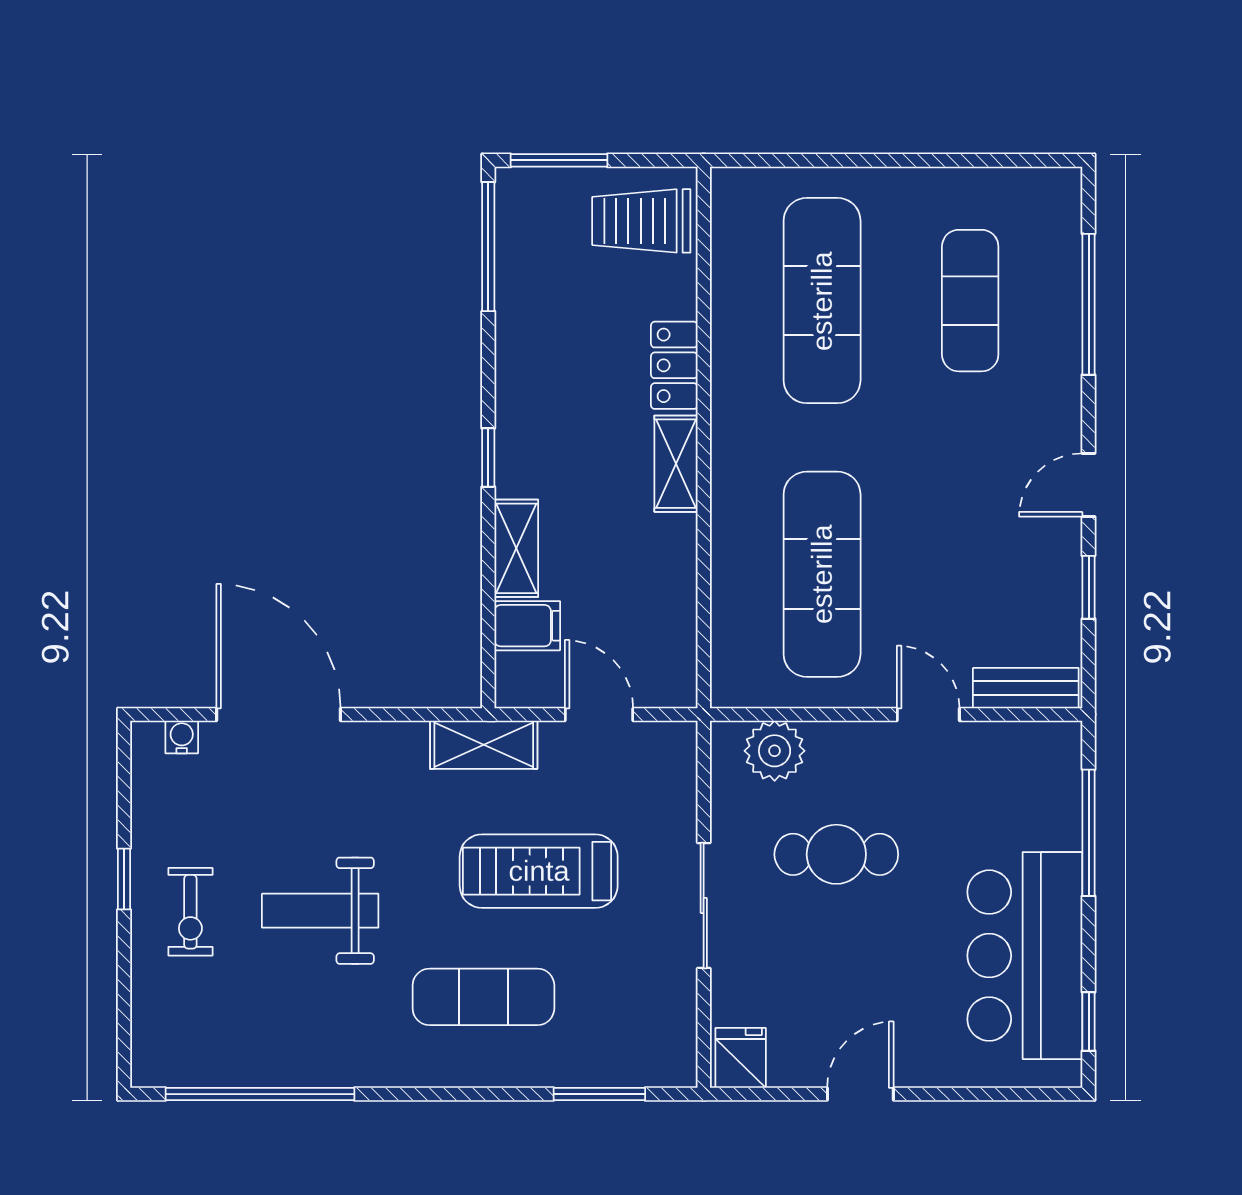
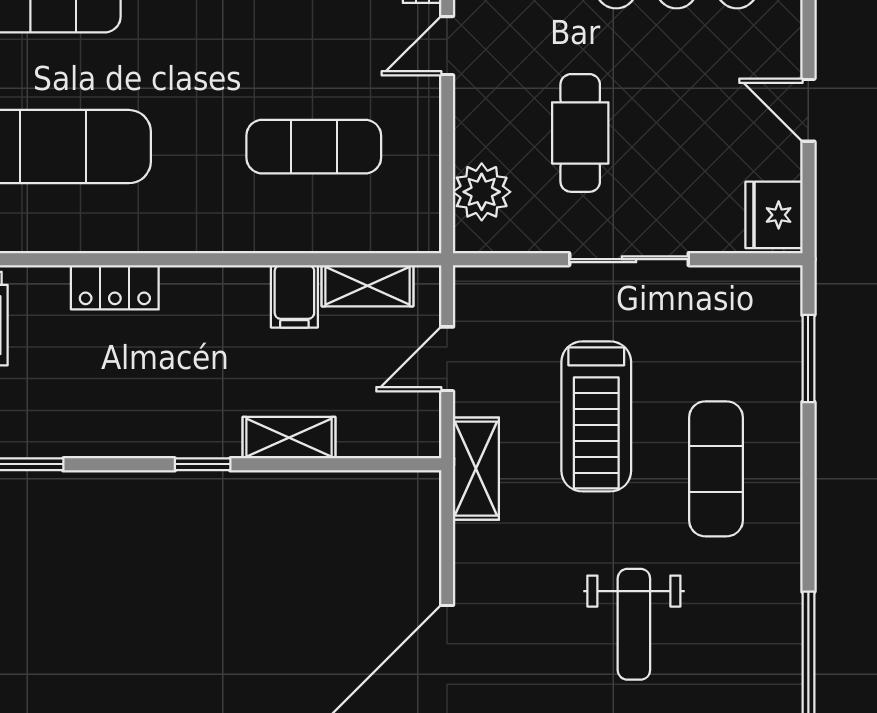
shelving: (676, 464) -> (368, 286), moved
exercise mat: (822, 574) -> (314, 147), width x0.73, depth x0.69
filing cabinet: (527, 626) -> (294, 296), moved, turned 180
fridge: (741, 1058) -> (774, 215), width x1.38

